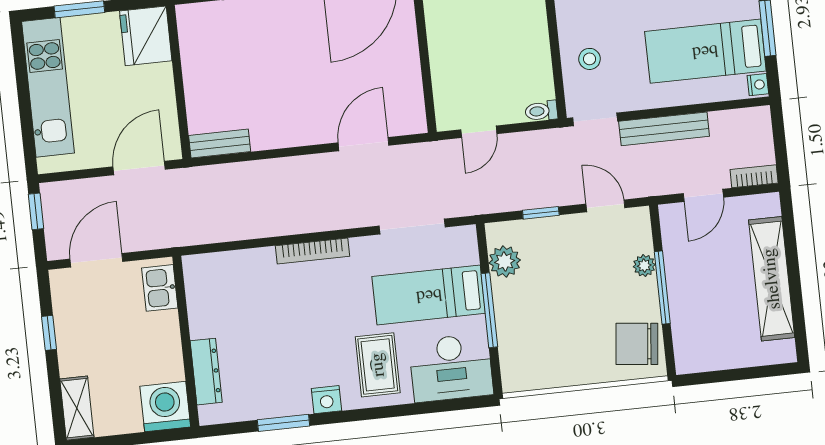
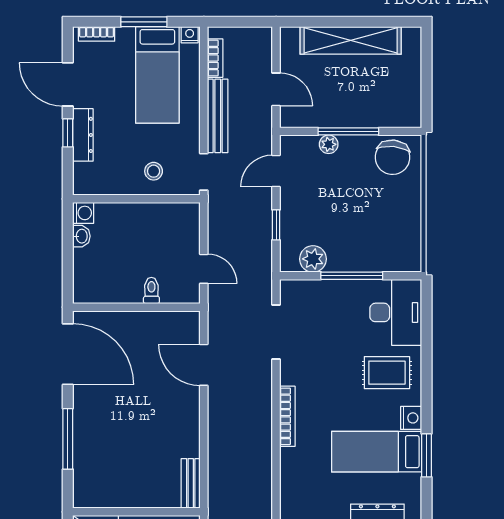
toilet: (541, 111) -> (151, 290), moved, turned 180
bookcase: (754, 176) -> (215, 58), moved, turned 180
bed: (429, 295) -> (377, 452), moved, turned 90

